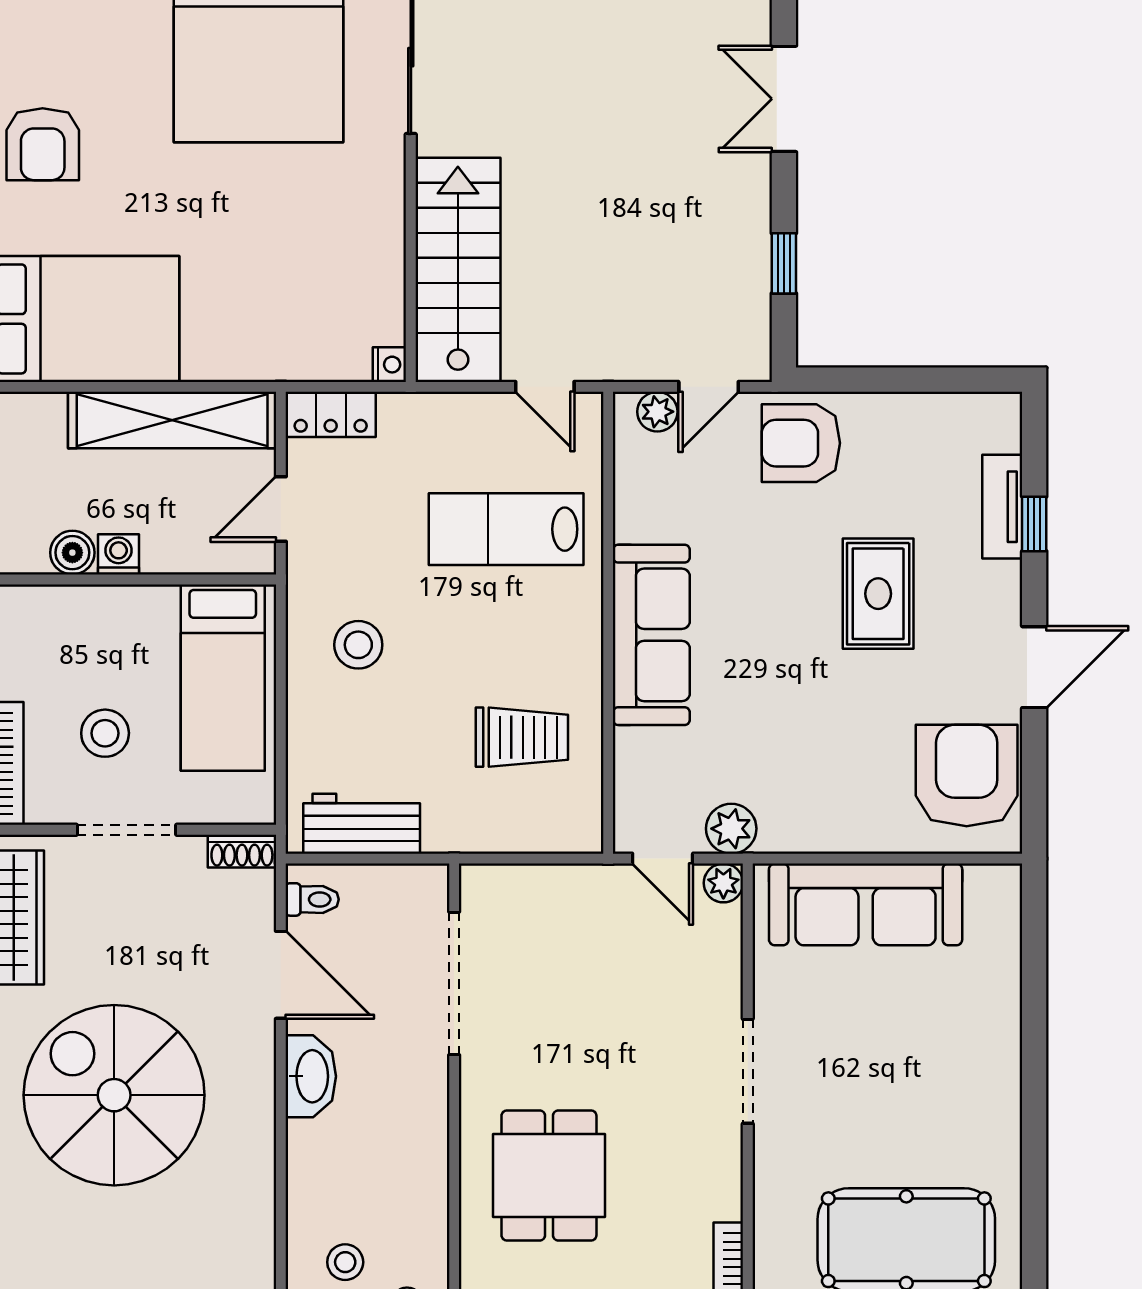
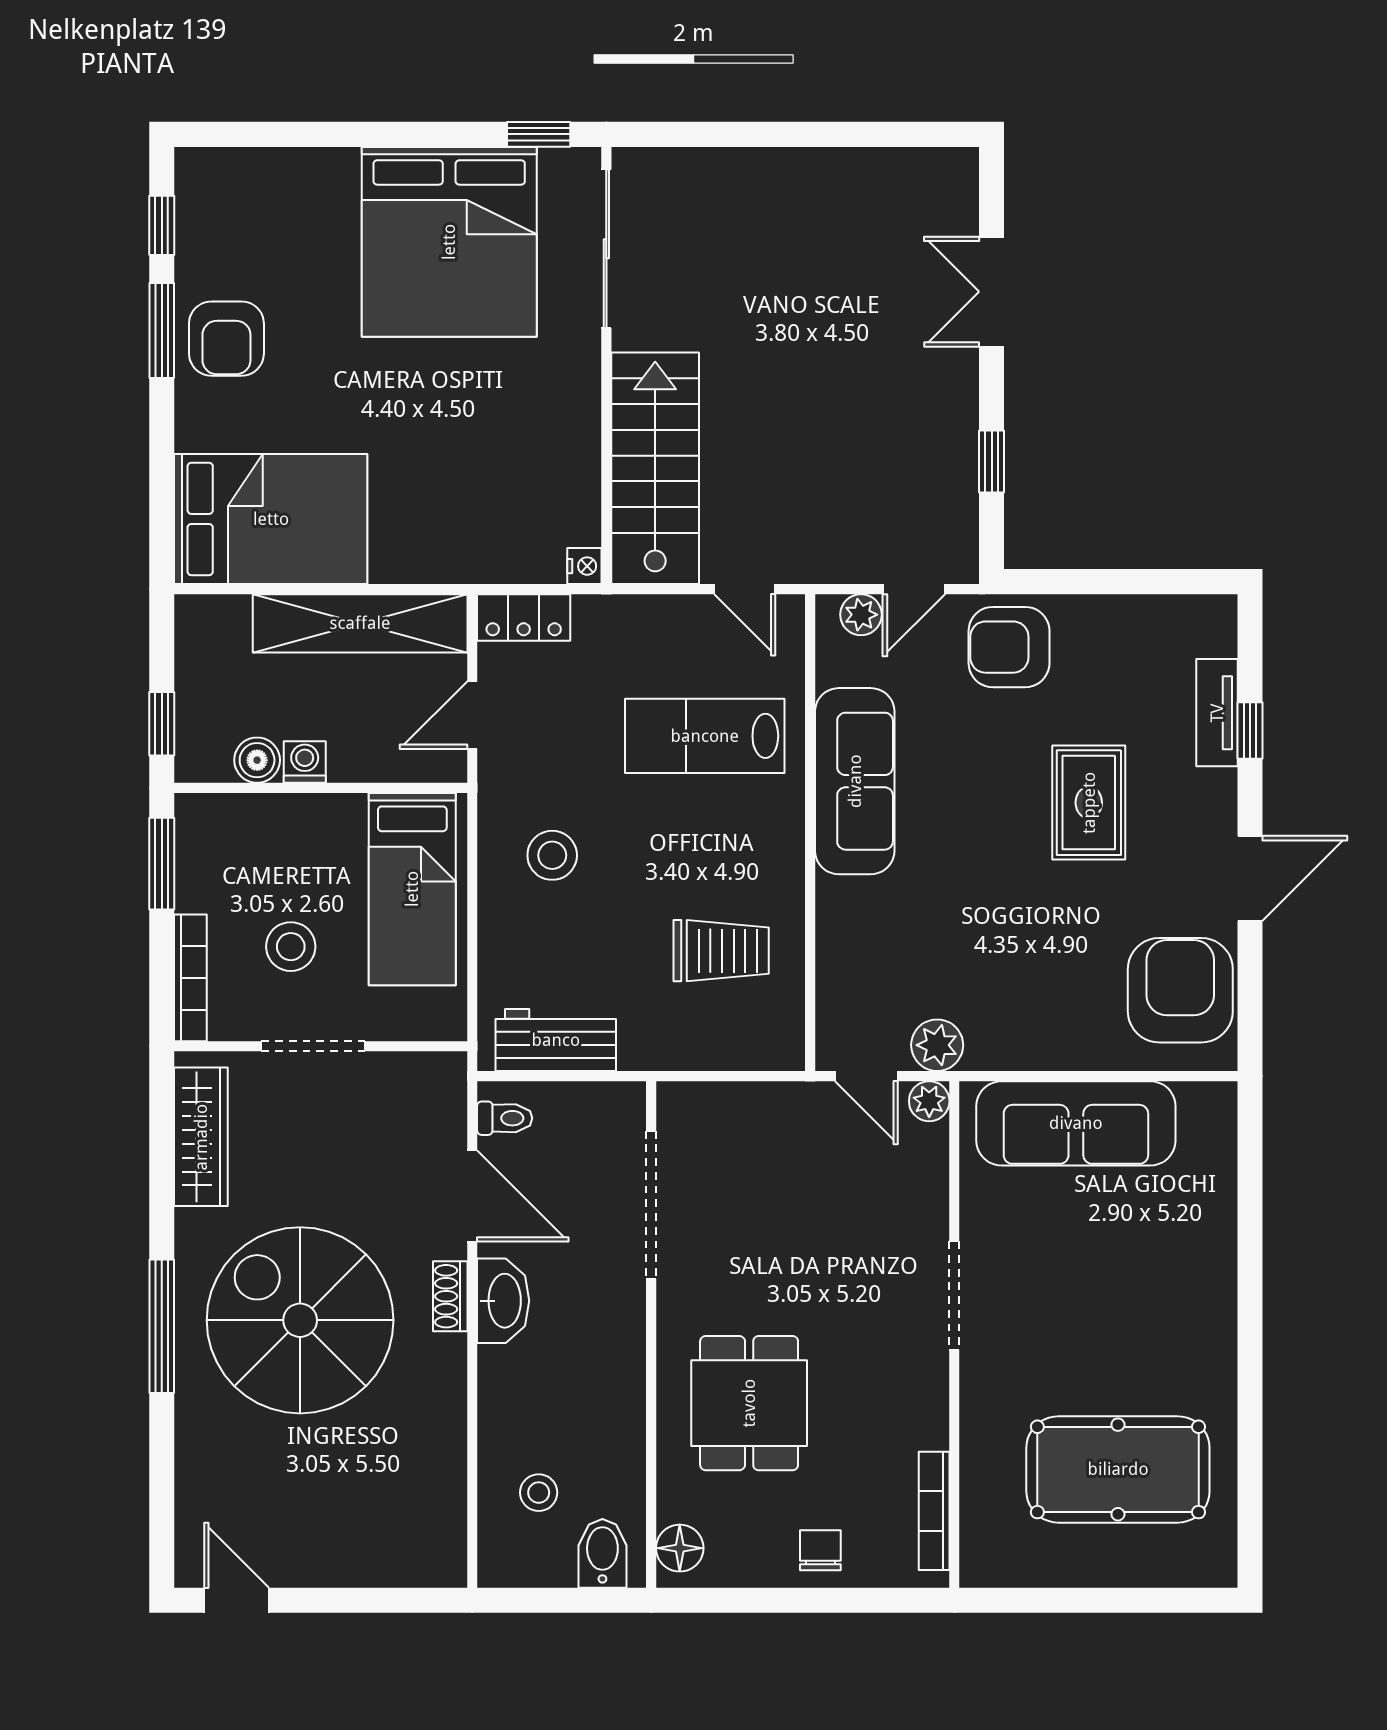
sofa: (651, 635) -> (855, 781), moved
shoe rack: (242, 851) -> (450, 1296), moved, turned 90

